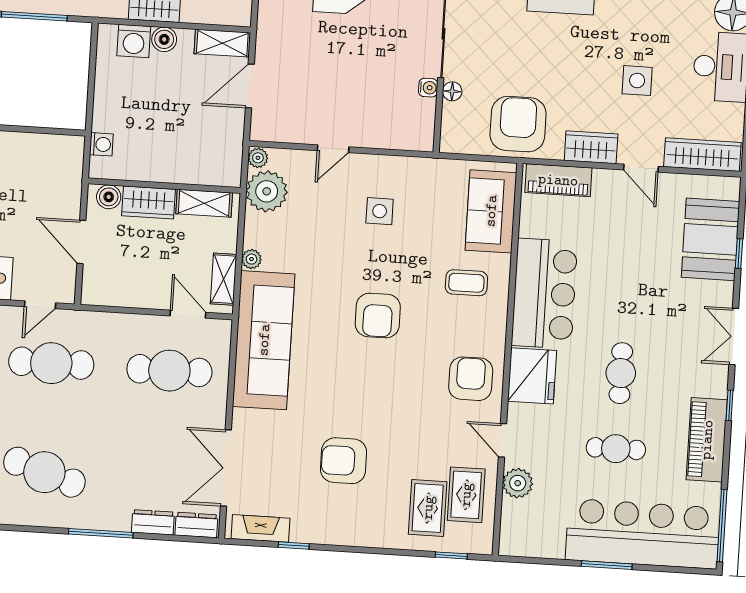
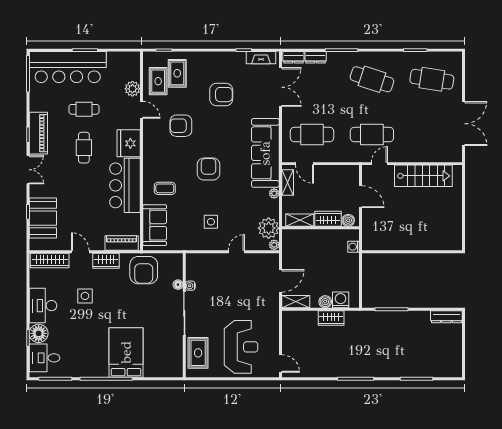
armchair: (471, 379) -> (181, 126), moved, turned 90
piano: (707, 440) -> (38, 133), moved

